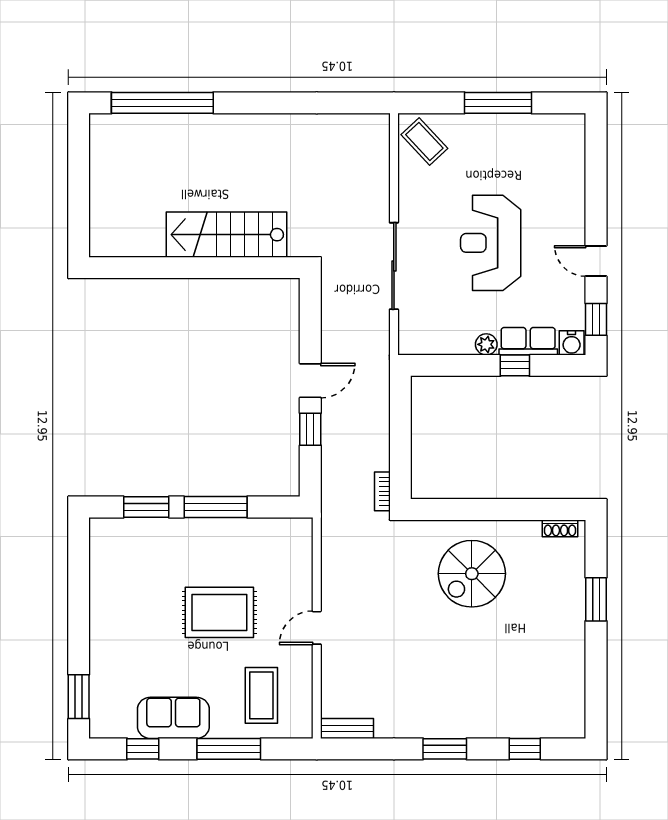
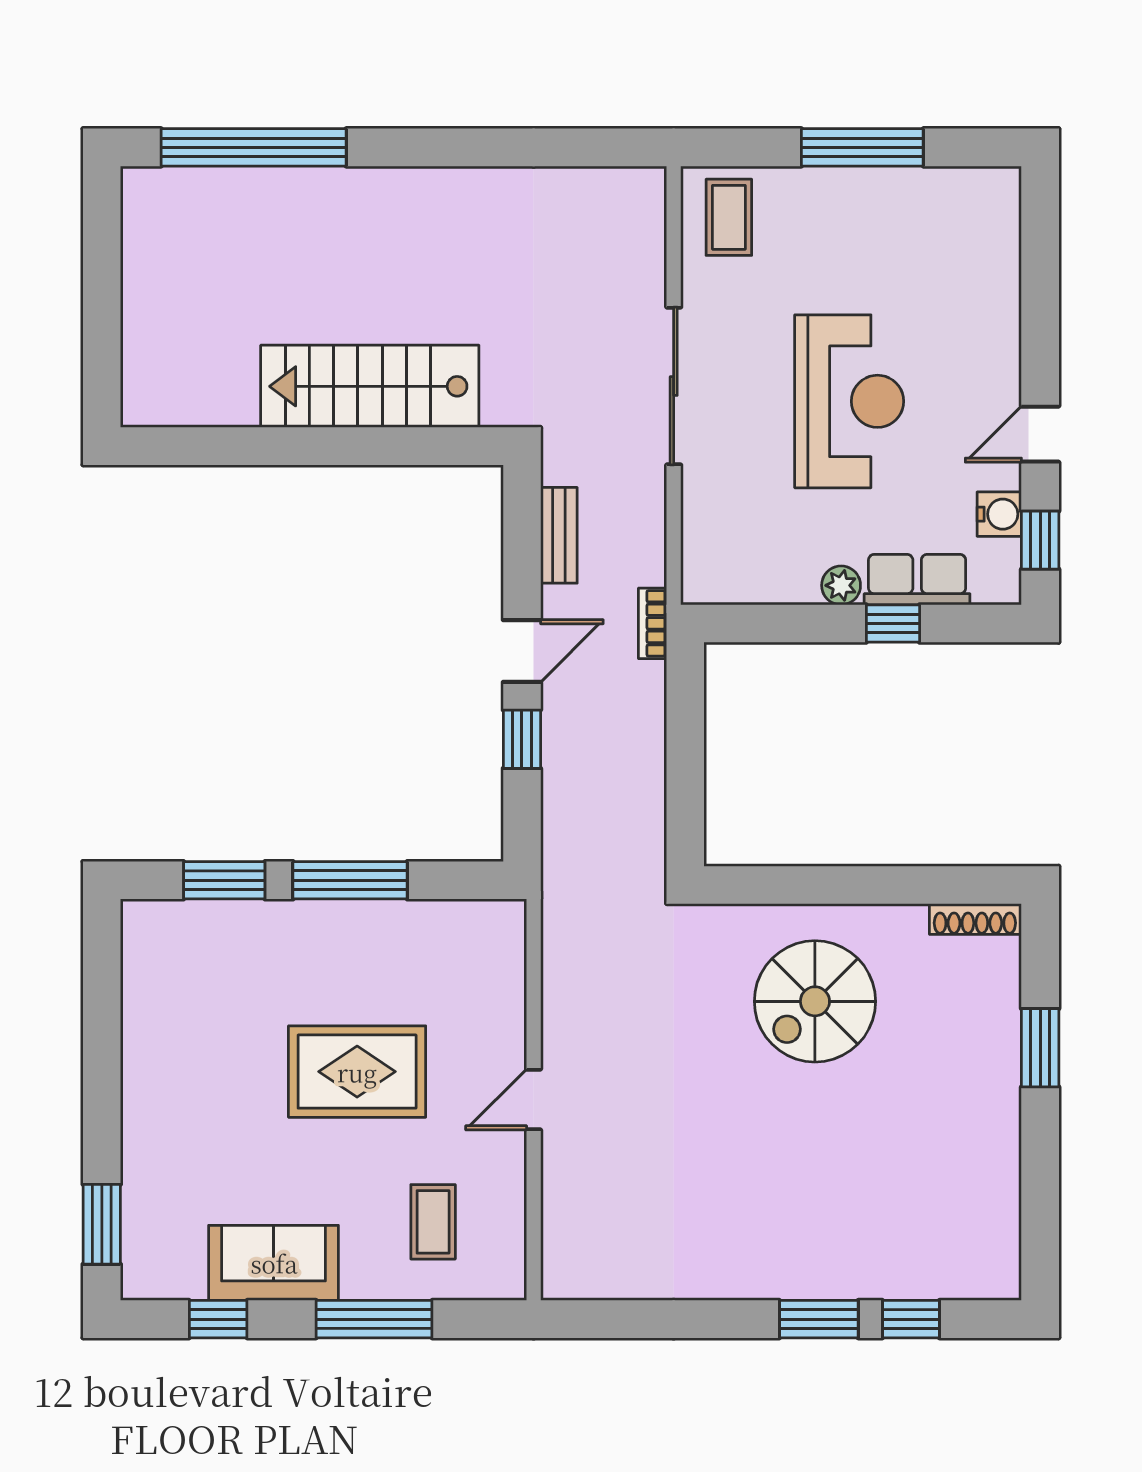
coffee table: (424, 141) -> (729, 217), turned 43
reception desk: (491, 243) -> (849, 401), turned 180
door: (596, 261) -> (1040, 434), hinge flipped
sliding door: (394, 266) -> (674, 386), moved
water cooler: (572, 343) -> (999, 514), moved, turned -90
bookcase: (382, 491) -> (653, 623), moved
shoe rack: (560, 528) -> (975, 919), width x1.43
coffee table: (261, 695) -> (433, 1222), width x0.73, depth x0.77
bench: (347, 729) -> (559, 535), moved, turned 90
window: (445, 749) -> (819, 1319), moved

